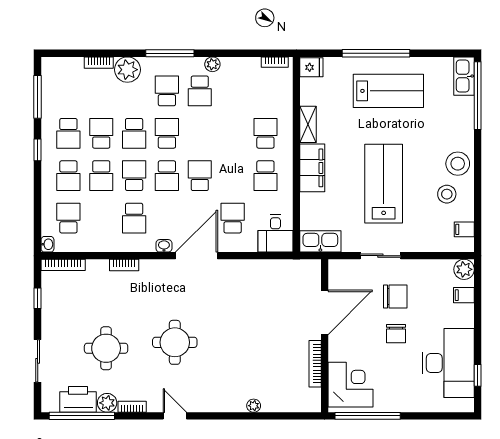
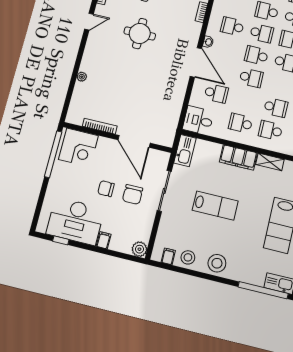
school desk: (233, 133) -> (276, 107), added
school desk: (265, 133) -> (270, 130), turned 180
lab bench: (384, 184) -> (215, 206), width x0.73, depth x0.72
stool: (447, 194) -> (188, 257), moved
sliding door: (380, 256) -> (164, 191), width x1.37
filing cabinet: (464, 295) -> (104, 240), moved

